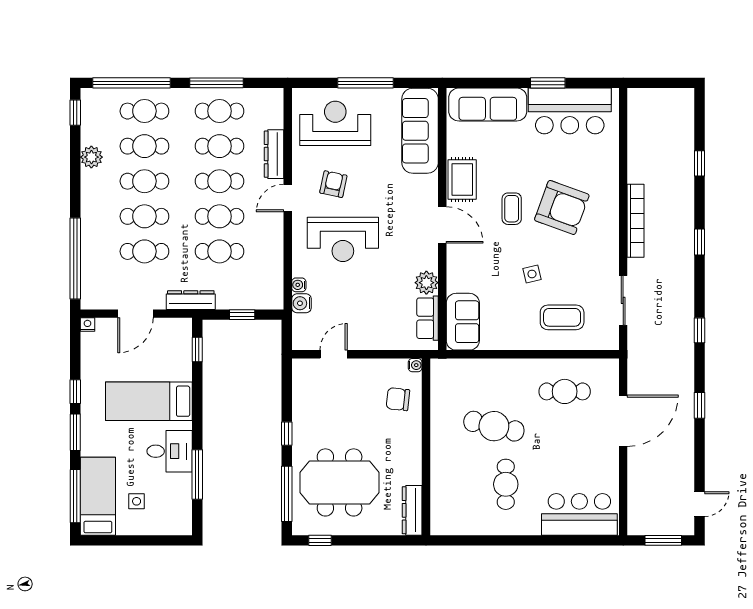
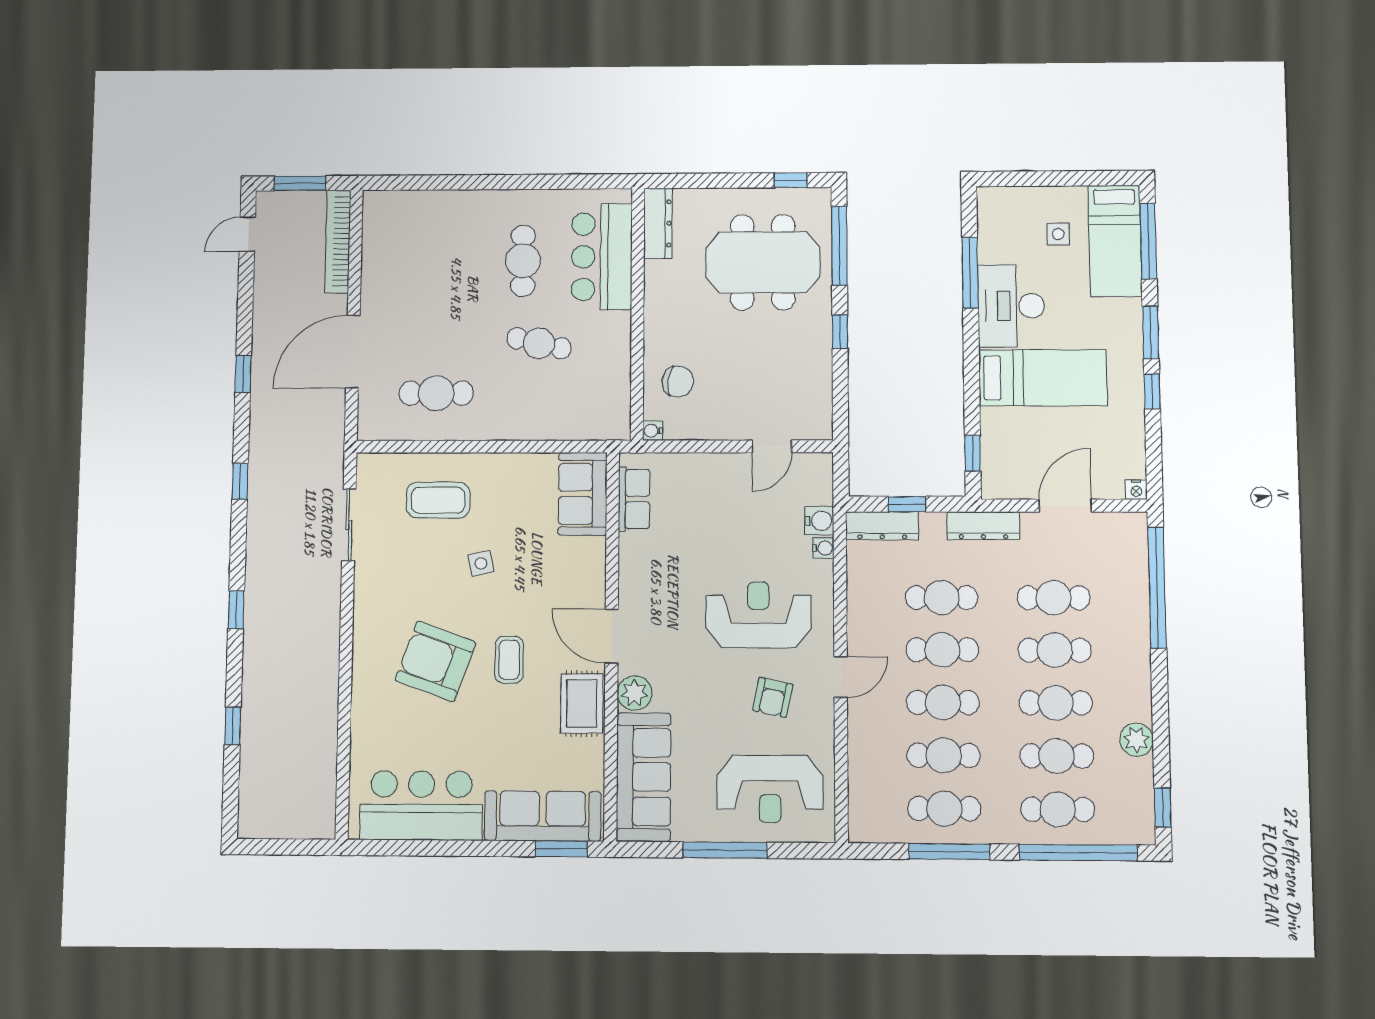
window: (548, 83) -> (561, 849), moved
dresser: (274, 154) -> (882, 526), moved, turned 90
bookcase: (636, 221) -> (338, 241), moved
plant: (426, 283) -> (635, 693), moved
cafe table: (494, 426) -> (539, 343), width x0.73, depth x0.74
desk: (170, 451) -> (1011, 306), width x1.37
bar counter: (579, 514) -> (602, 257), moved, turned 90

